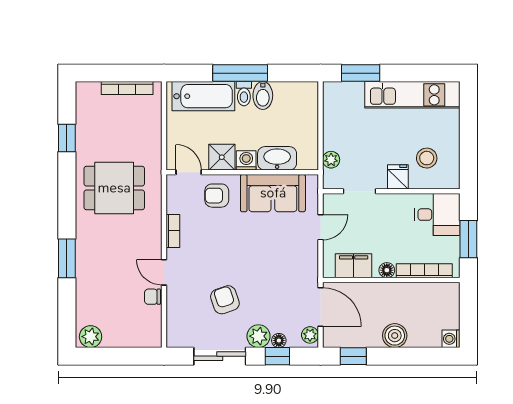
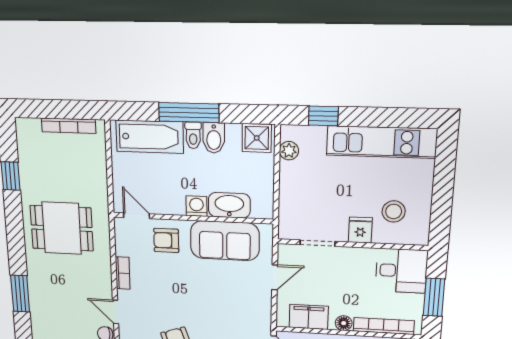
window: (361, 73) -> (323, 116), width x0.67
shower: (222, 157) -> (257, 138), moved
plant: (331, 160) -> (289, 151), moved

